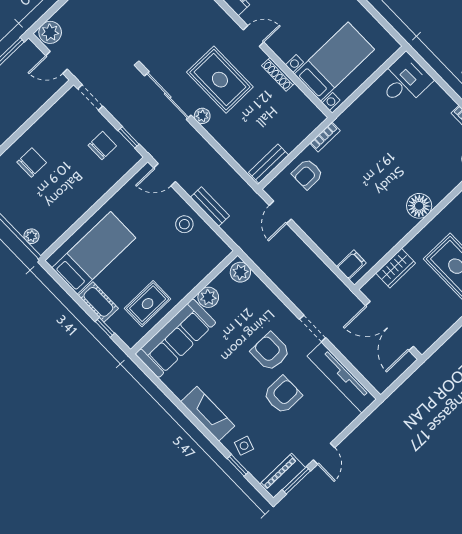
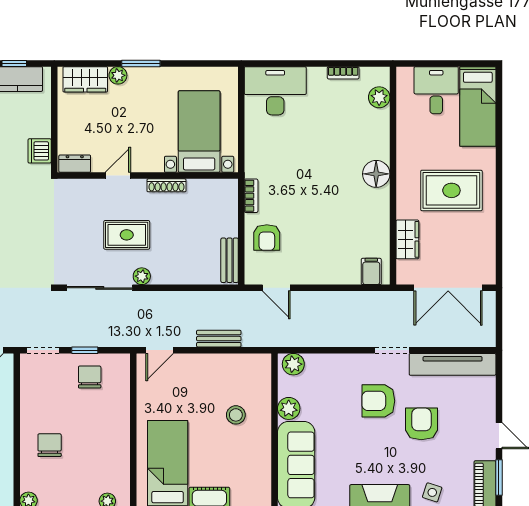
rug: (220, 80) -> (127, 235), width x0.73, depth x0.70
desk: (404, 81) -> (275, 91), width x1.37
window: (129, 137) -> (85, 350), moved
stool: (184, 224) -> (236, 415), moved
rug: (148, 304) -> (248, 461), removed

